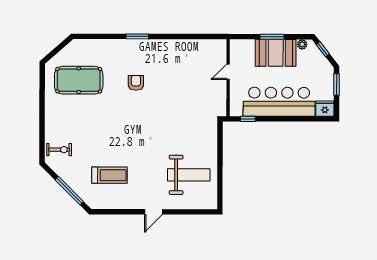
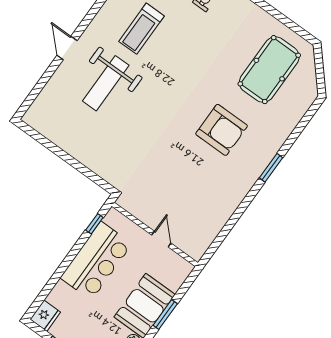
armchair: (136, 83) -> (222, 130), width x1.88, depth x1.88
bar counter: (279, 102) -> (96, 261), width x0.73
weight bench: (189, 175) -> (106, 83), moved

